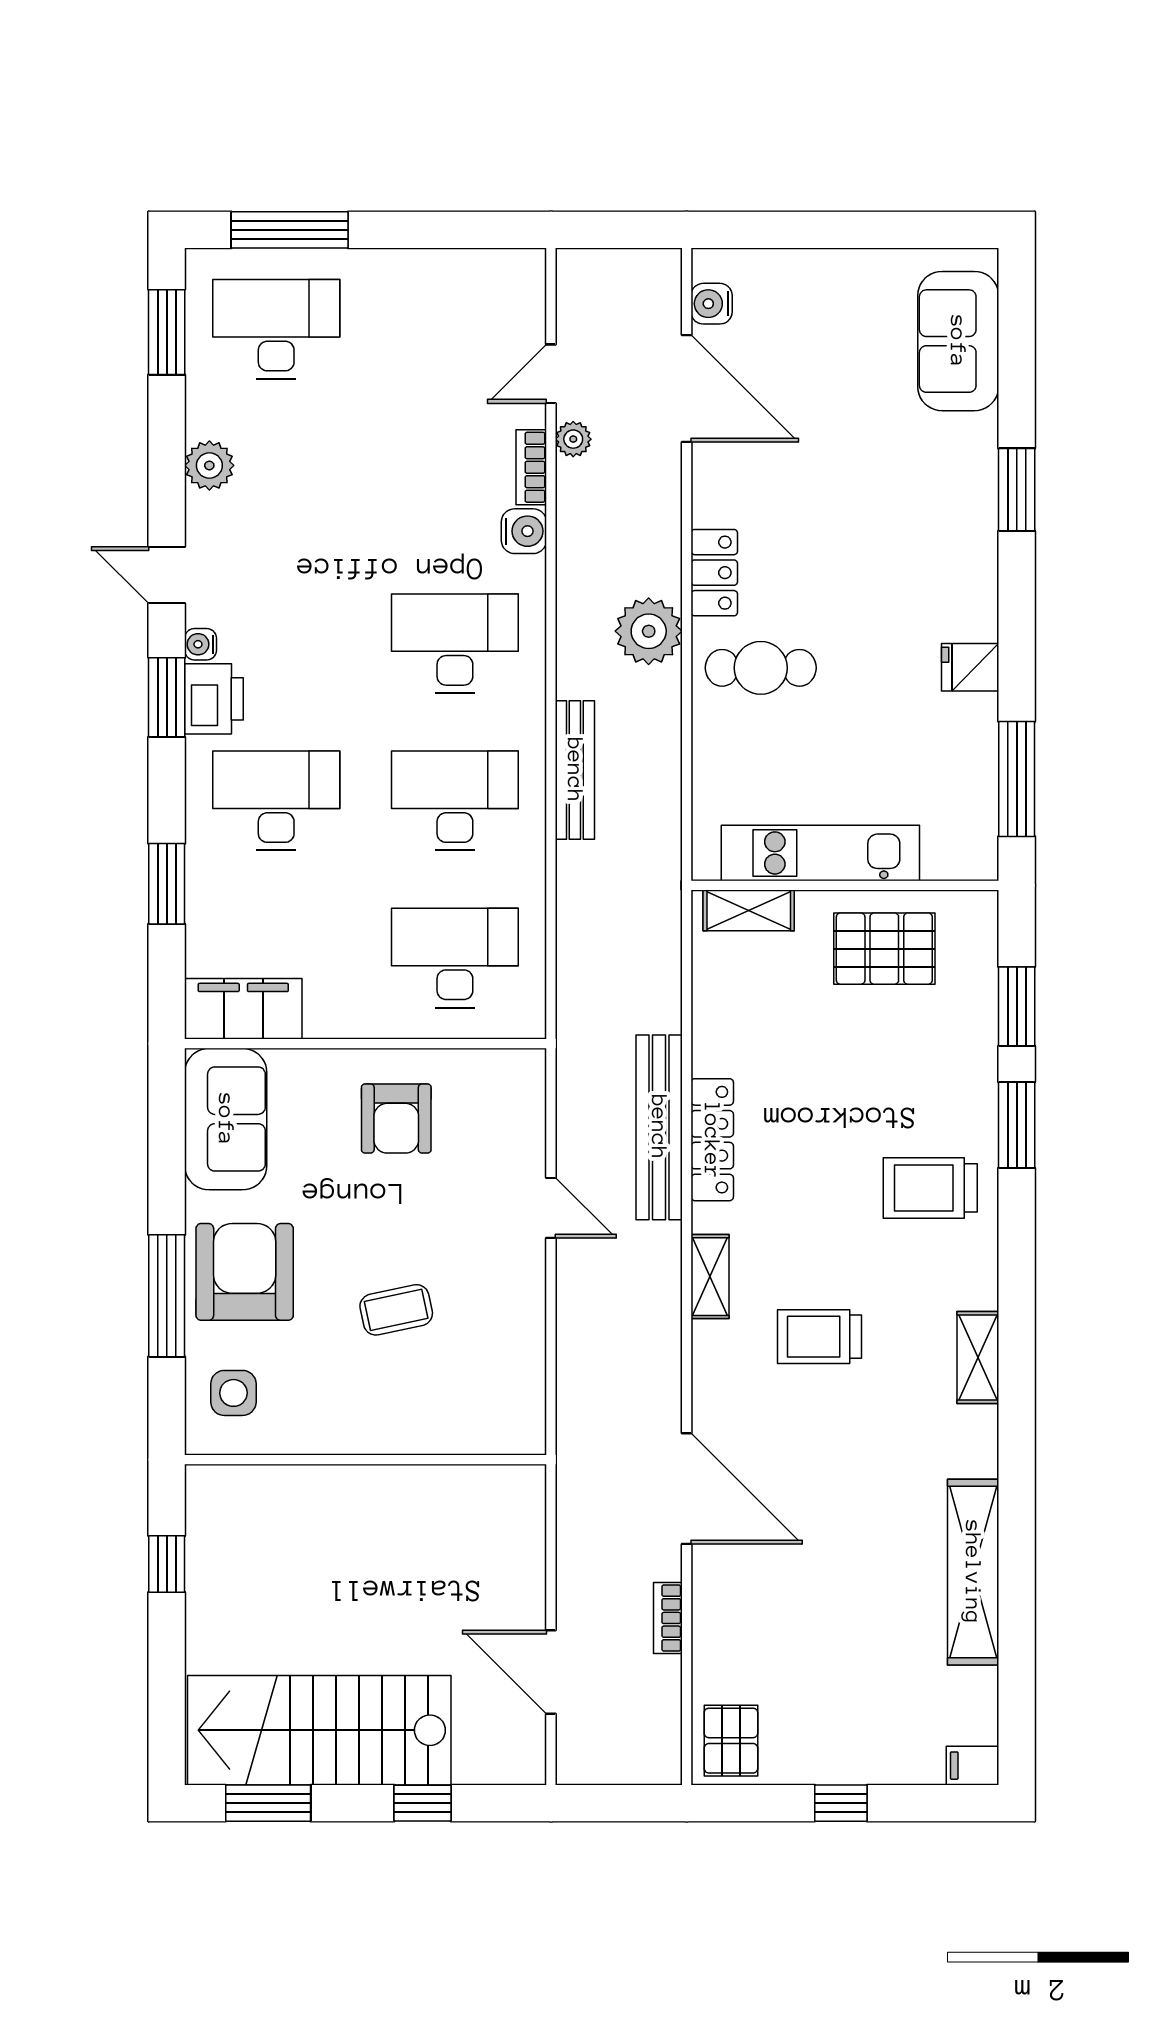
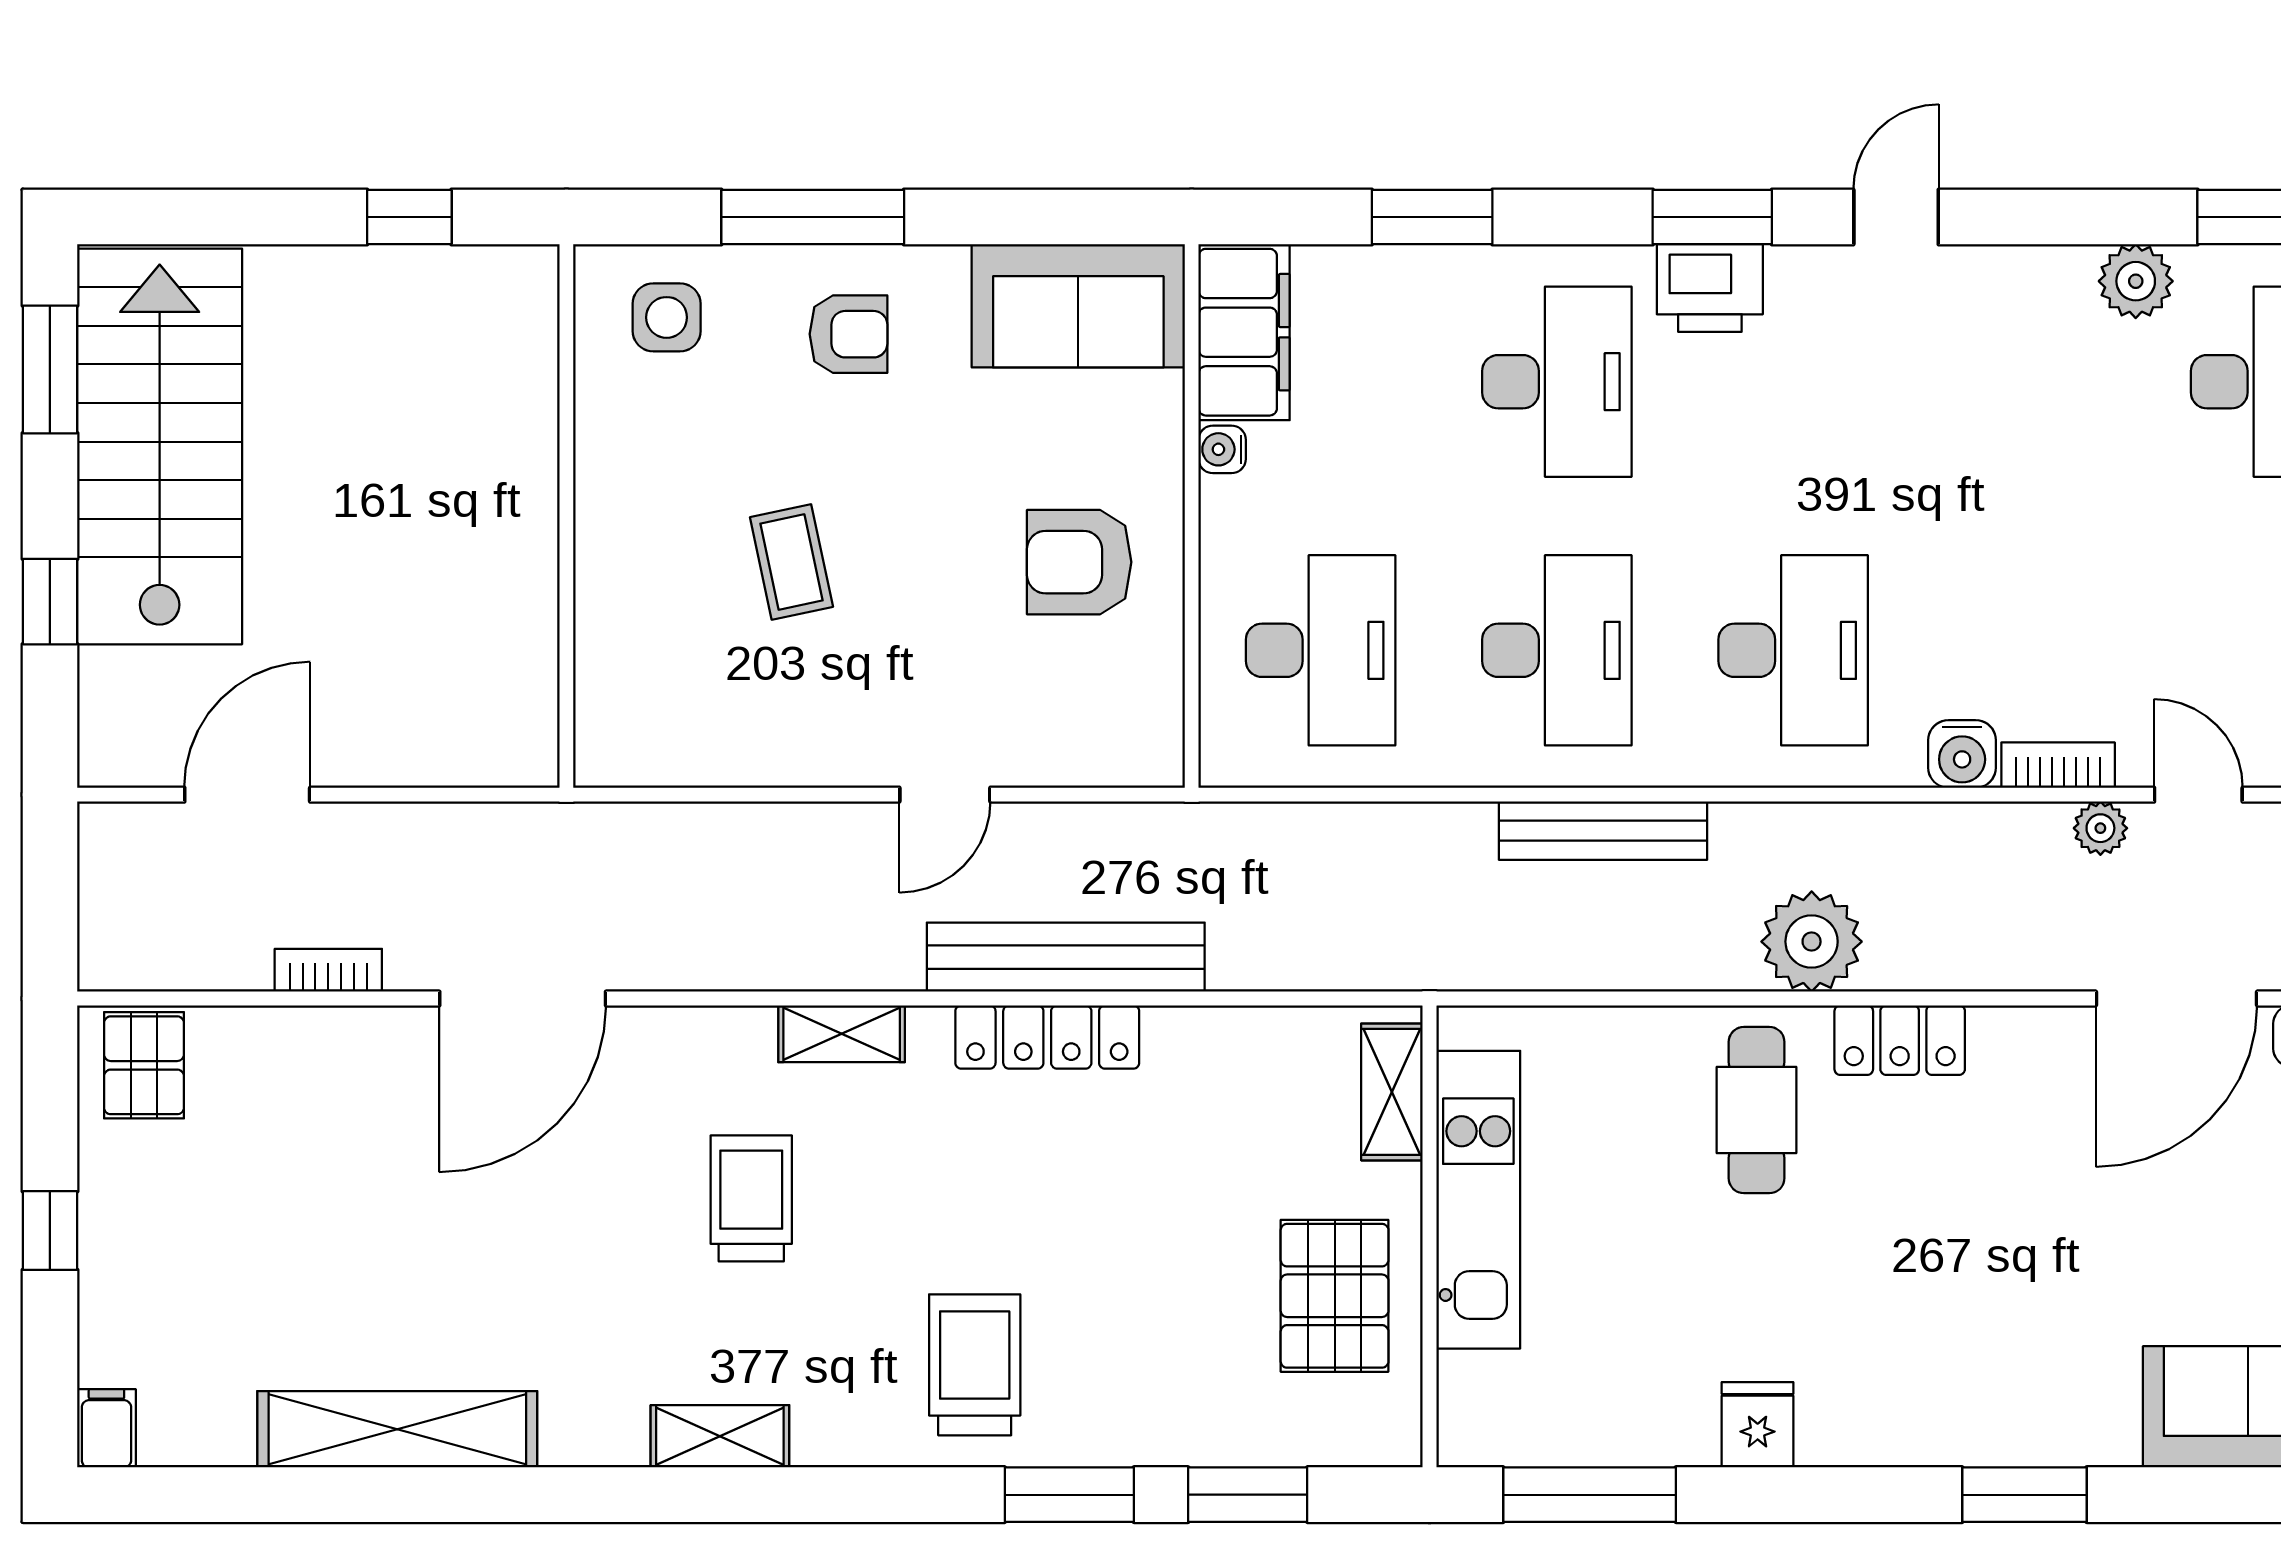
plant: (209, 465) -> (2136, 281), moved
water cooler: (201, 644) -> (1222, 449), moved, turned -90
armchair: (245, 1272) -> (848, 334), width x0.53, depth x0.53
pallet: (731, 1741) -> (144, 1065), turned 90

